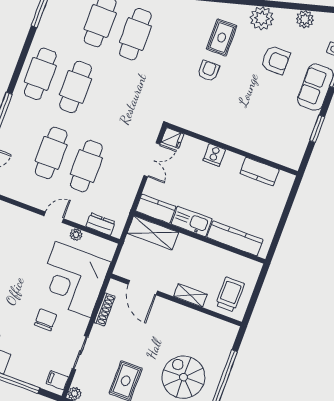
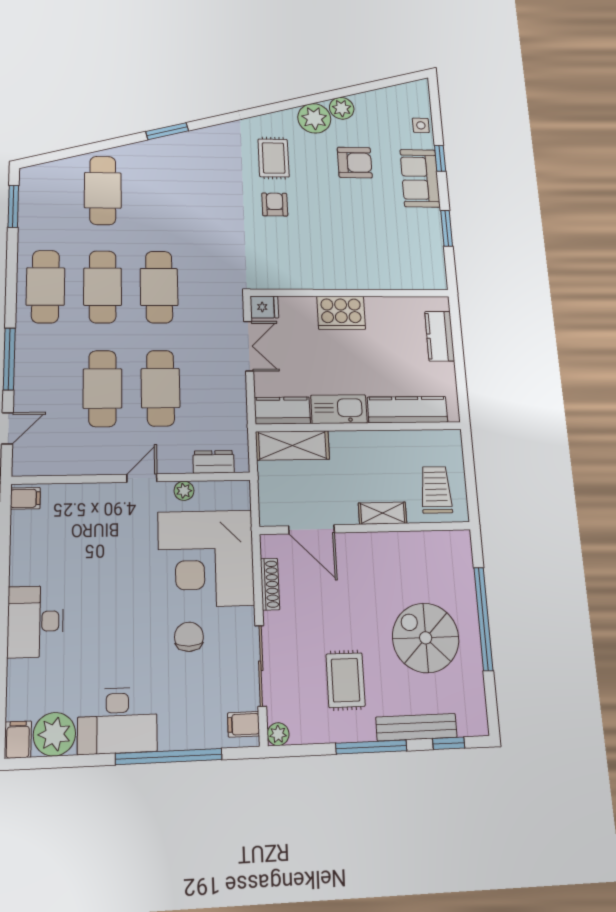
plant: (305, 19) -> (342, 108), moved
cafe table: (135, 34) -> (159, 287), moved
cooker: (214, 155) -> (341, 313), width x1.87, depth x1.31
kitchen counter: (259, 172) -> (440, 336), moved, turned 90
sliding door: (80, 353) -> (261, 666), width x1.37

